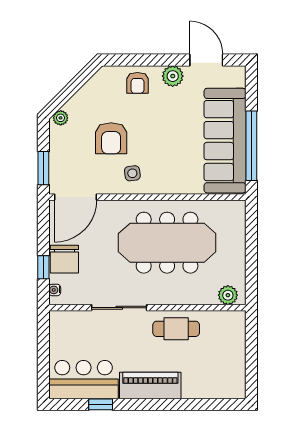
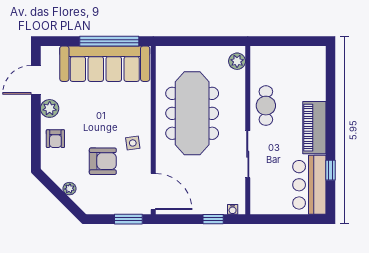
armchair: (137, 83) -> (55, 139), turned 90
plant: (61, 118) -> (69, 189), moved
chair: (64, 259) -> (206, 201), removed

